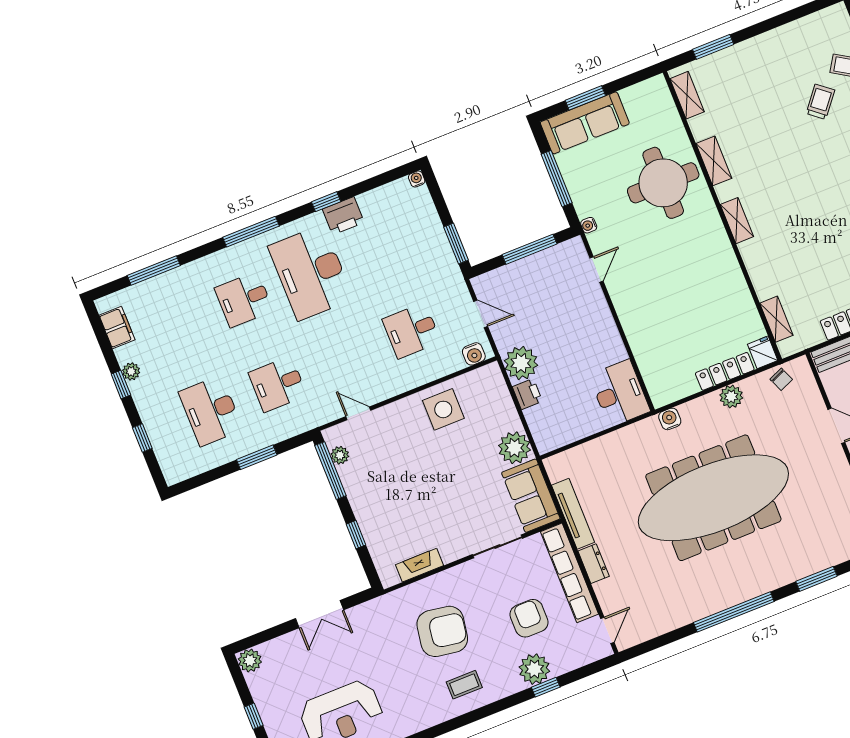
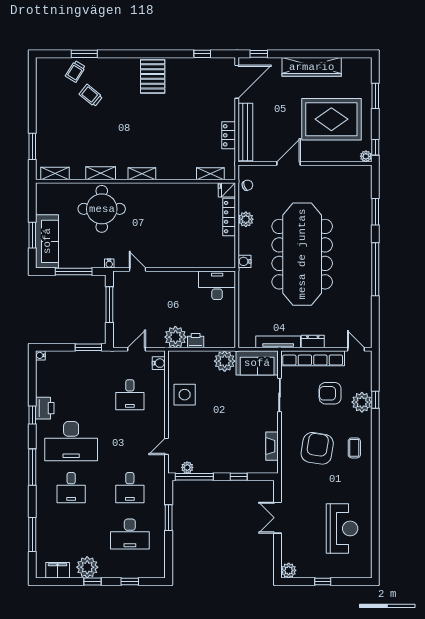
plant: (131, 371) -> (87, 567), width x1.88, depth x1.88
double door: (320, 614) -> (277, 518), swing flipped

